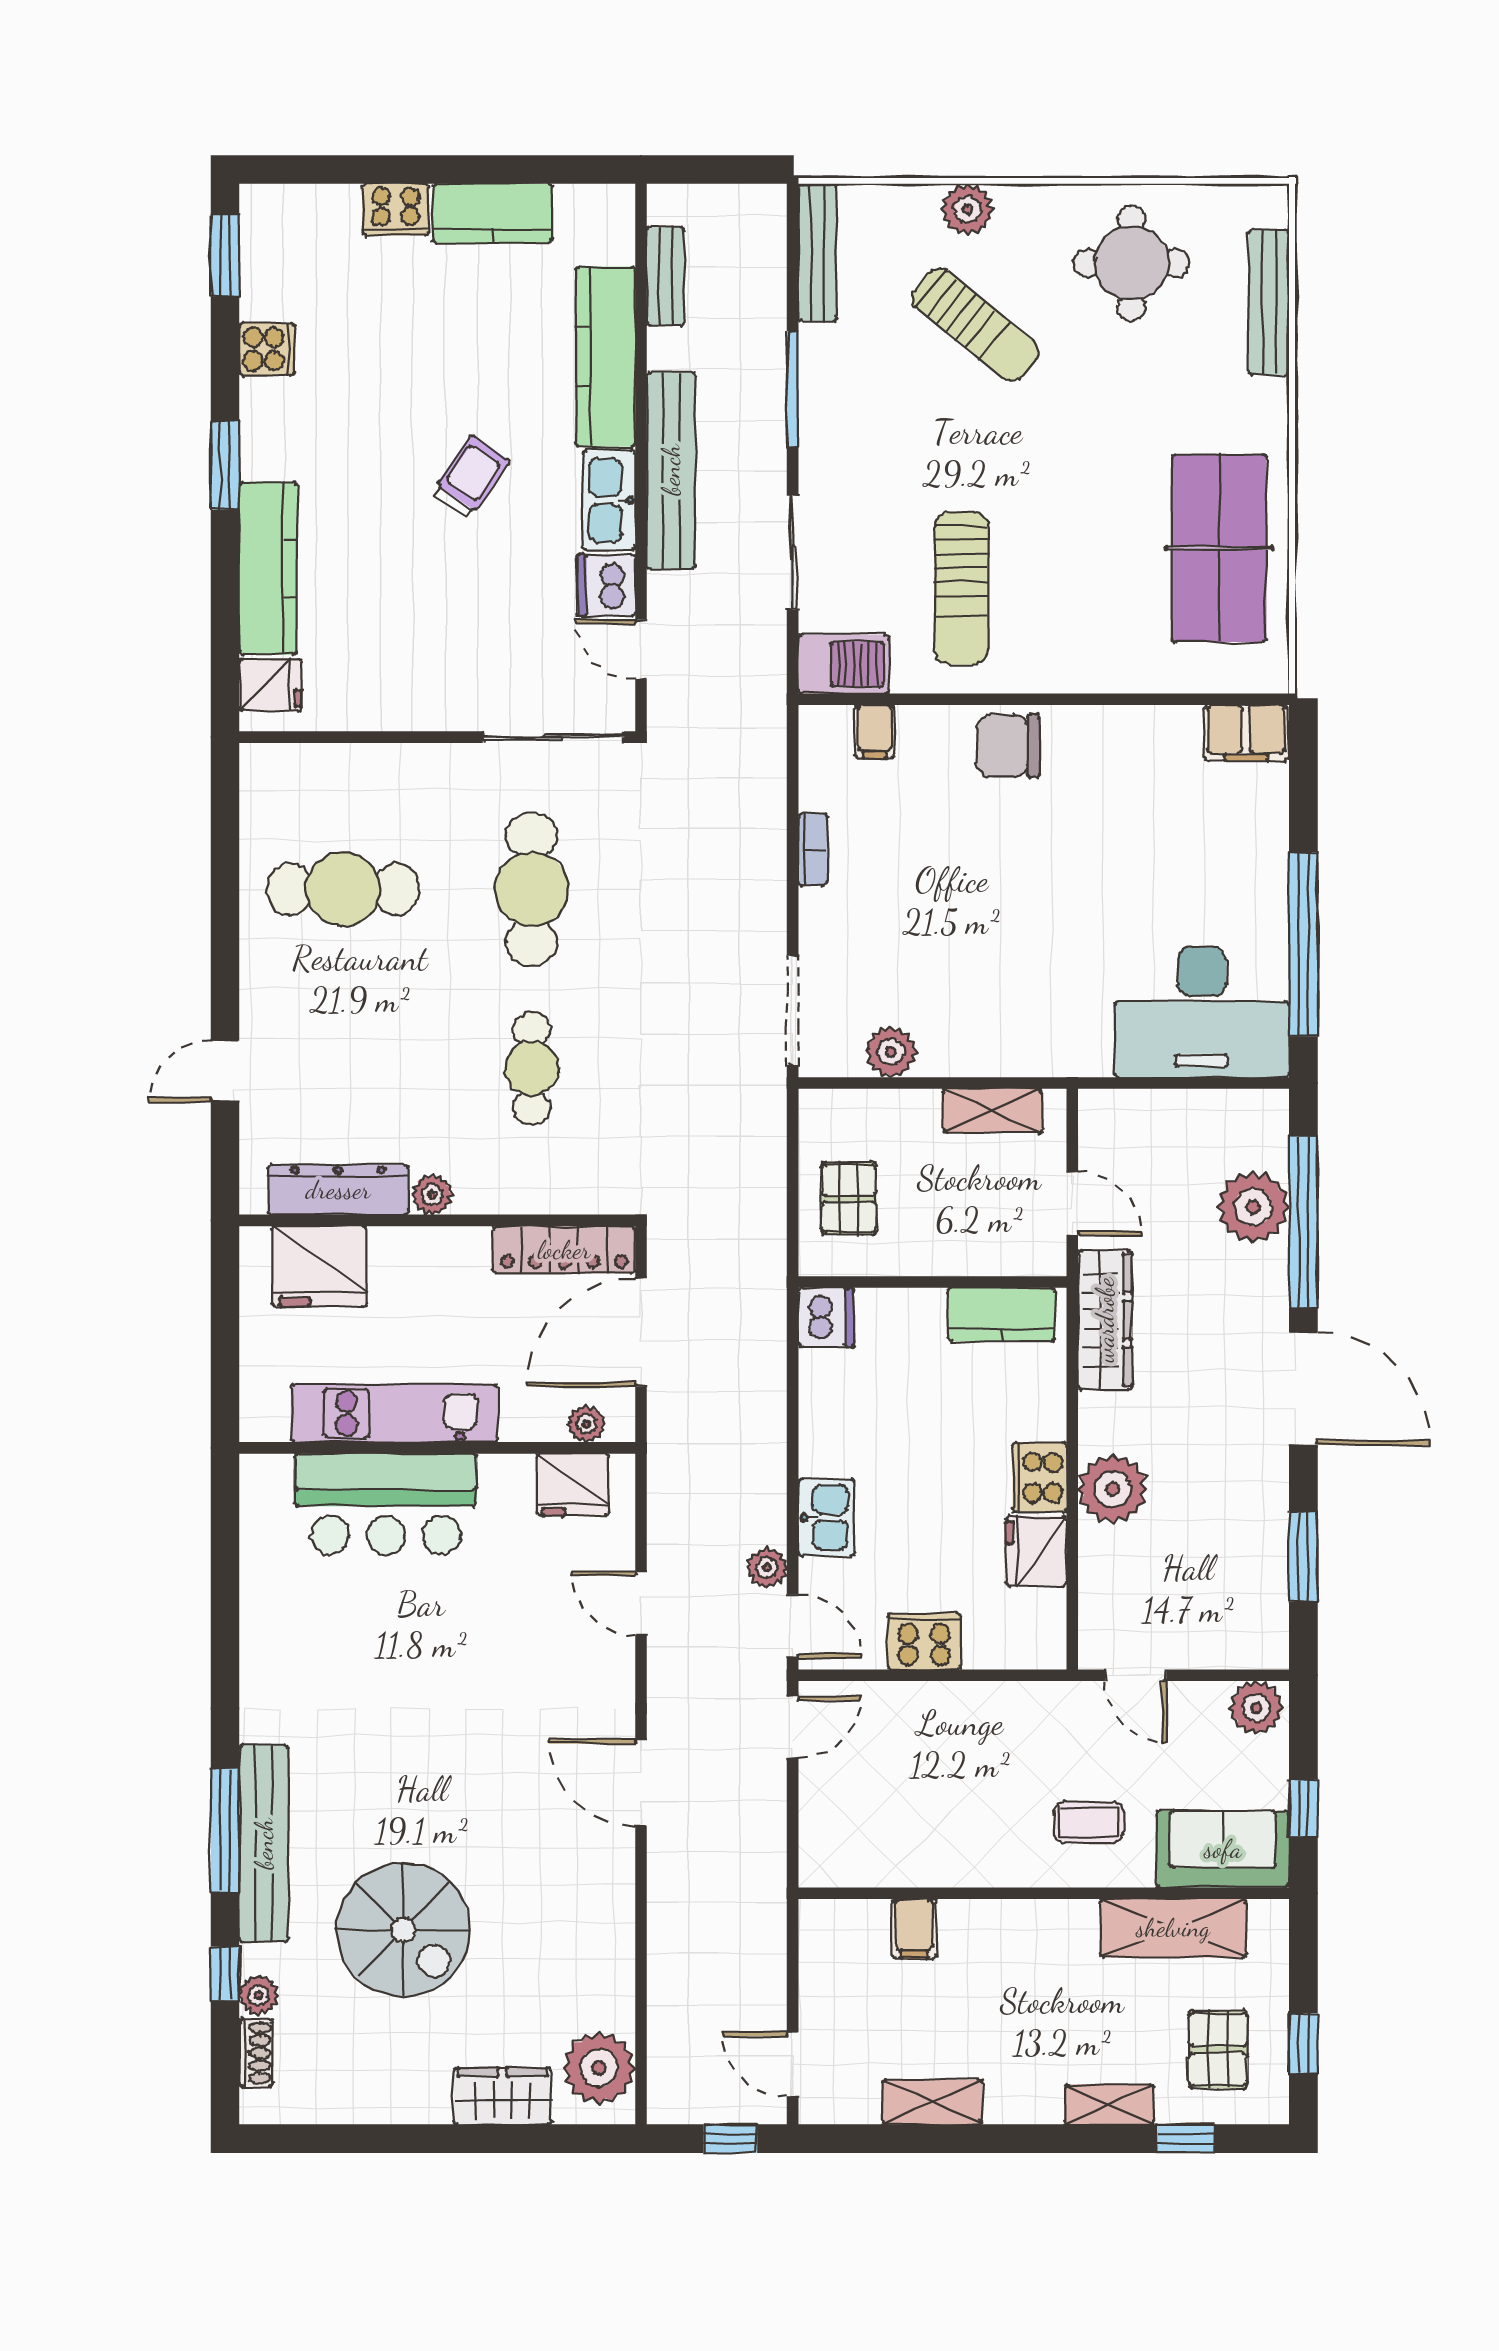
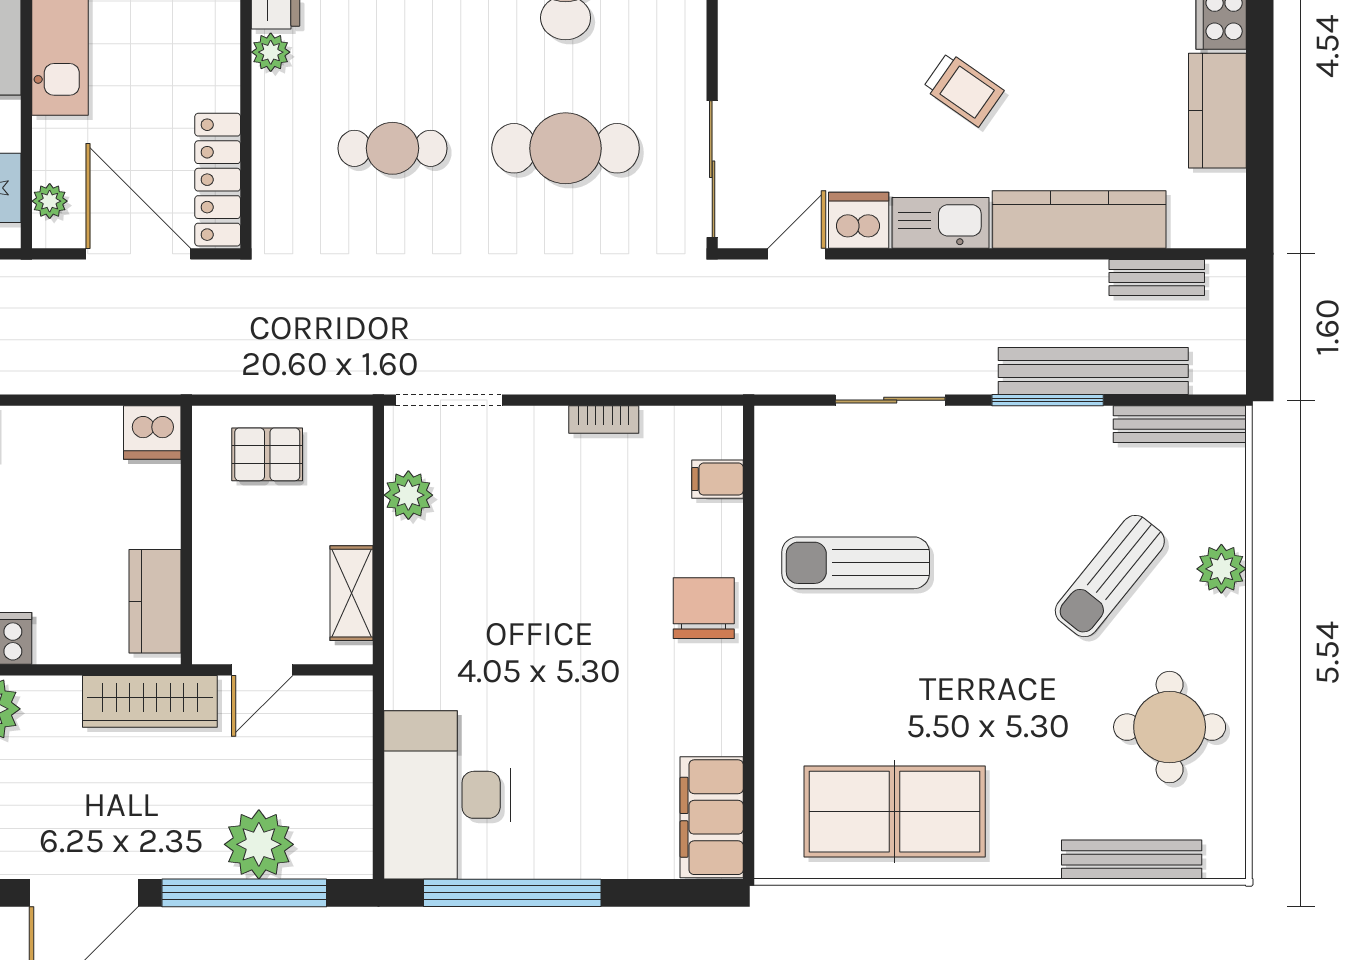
bench: (671, 470) -> (1093, 371), moved
barbecue: (844, 664) -> (783, 449), removed
filing cabinet: (1246, 733) -> (712, 817), width x1.50, depth x1.17

